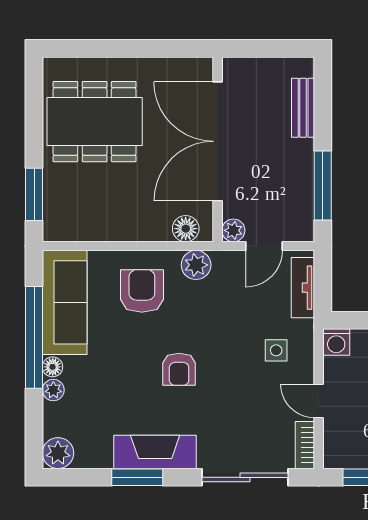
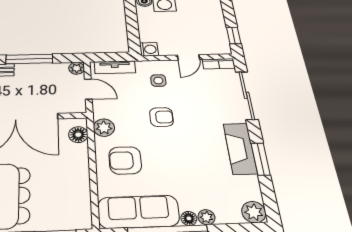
window: (323, 185) -> (29, 59), moved
plant: (233, 230) -> (77, 68), moved
armchair: (179, 369) -> (161, 117), moved

